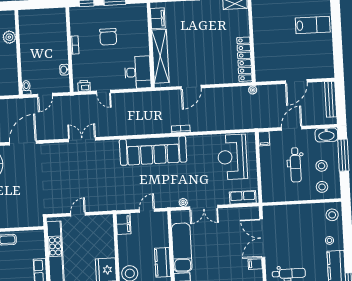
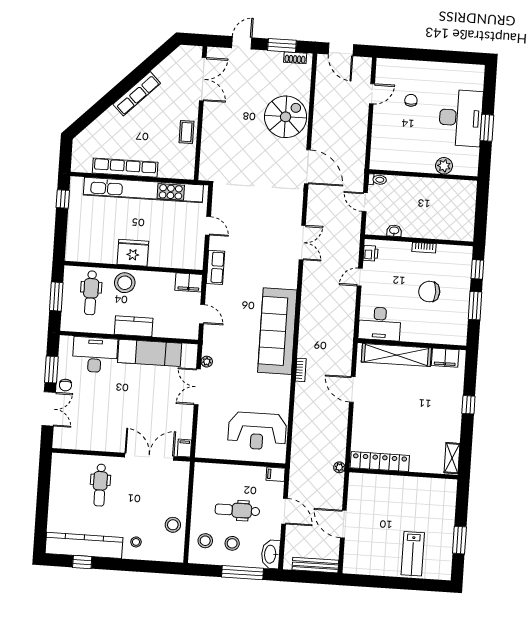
reception desk: (232, 157) -> (257, 431), turned 180
row of seats: (243, 197) -> (215, 267), moved
stool: (332, 215) -> (173, 525), moved
filing cabinet: (255, 264) -> (184, 448), moved

